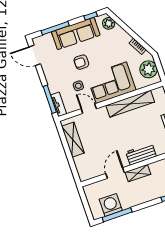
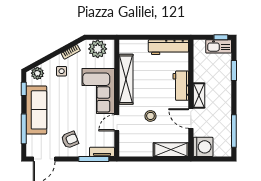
armchair: (81, 62) -> (70, 140), moved, turned -112
side table: (78, 86) -> (62, 71), moved
stool: (105, 136) -> (150, 116), added
shelving: (73, 140) -> (171, 150), moved
washing machine: (111, 205) -> (203, 147), moved, turned 180

